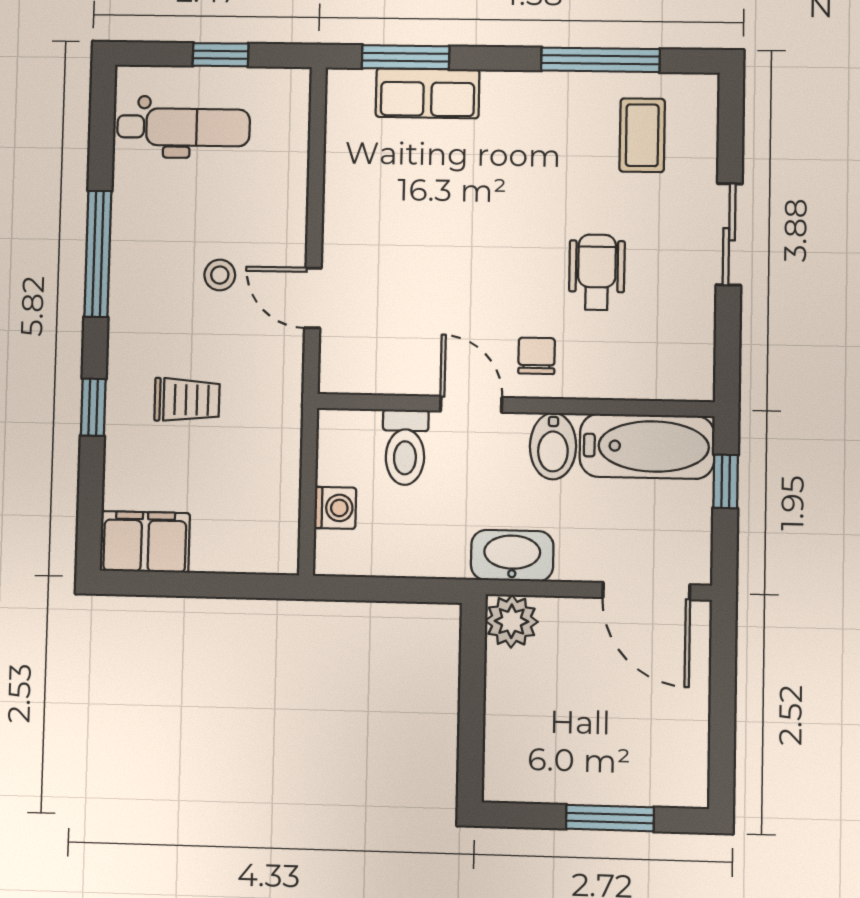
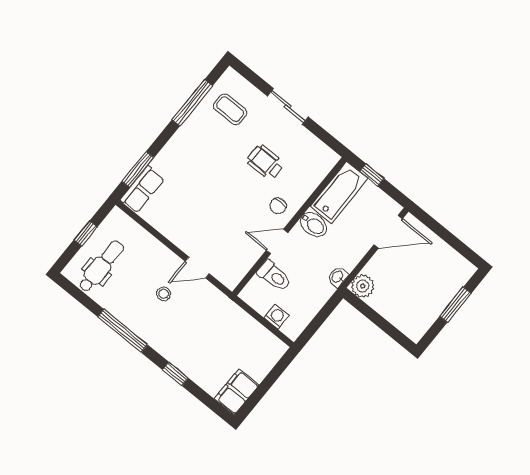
row of seats: (428, 93) -> (142, 189), moved
chair: (537, 356) -> (278, 206), turned -90
trolley: (187, 400) -> (198, 339), removed
washbasin: (512, 556) -> (338, 277), width x0.52, depth x0.69

